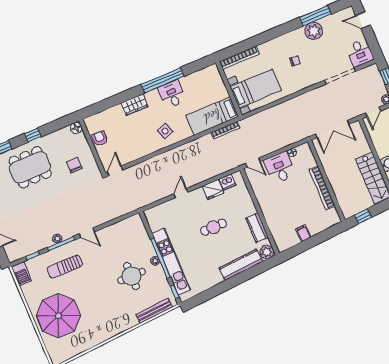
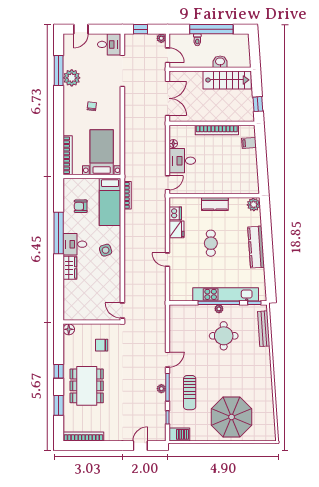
desk: (172, 94) -> (75, 244), moved
armchair: (100, 138) -> (81, 206), moved
kitchen counter: (257, 228) -> (215, 204), moved
filing cabinet: (303, 233) -> (249, 143), moved
kitchen counter: (241, 265) -> (256, 247), moved

